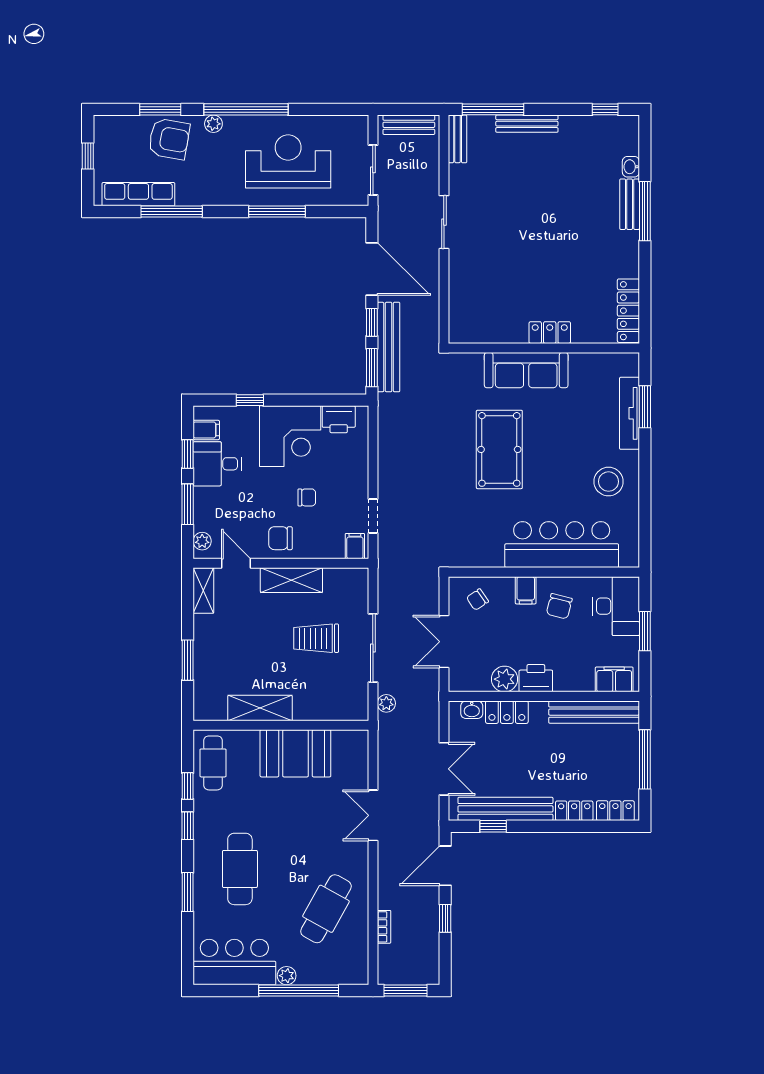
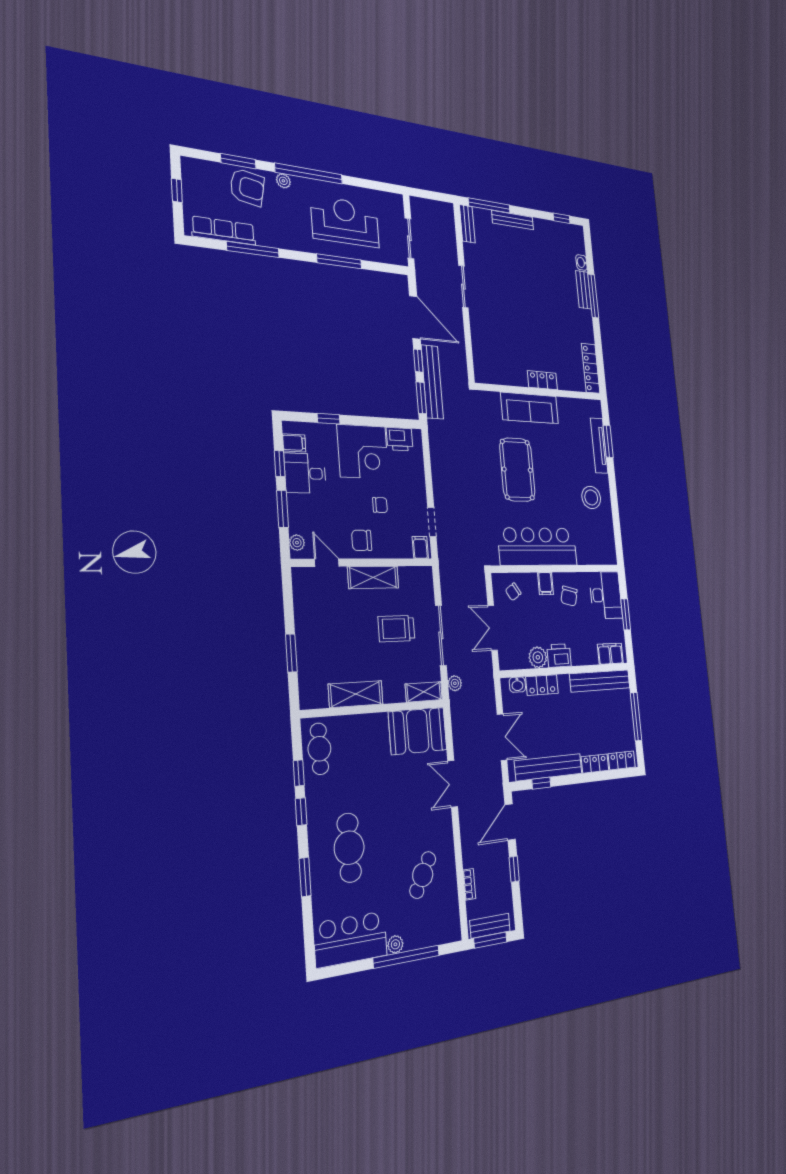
bench: (409, 125) -> (490, 926), moved
bar counter: (562, 545) -> (538, 547), moved
shelving: (203, 591) -> (424, 692), moved, turned 90
booth: (295, 753) -> (418, 731), moved
cafe table: (326, 909) -> (423, 875), width x0.73, depth x0.74

